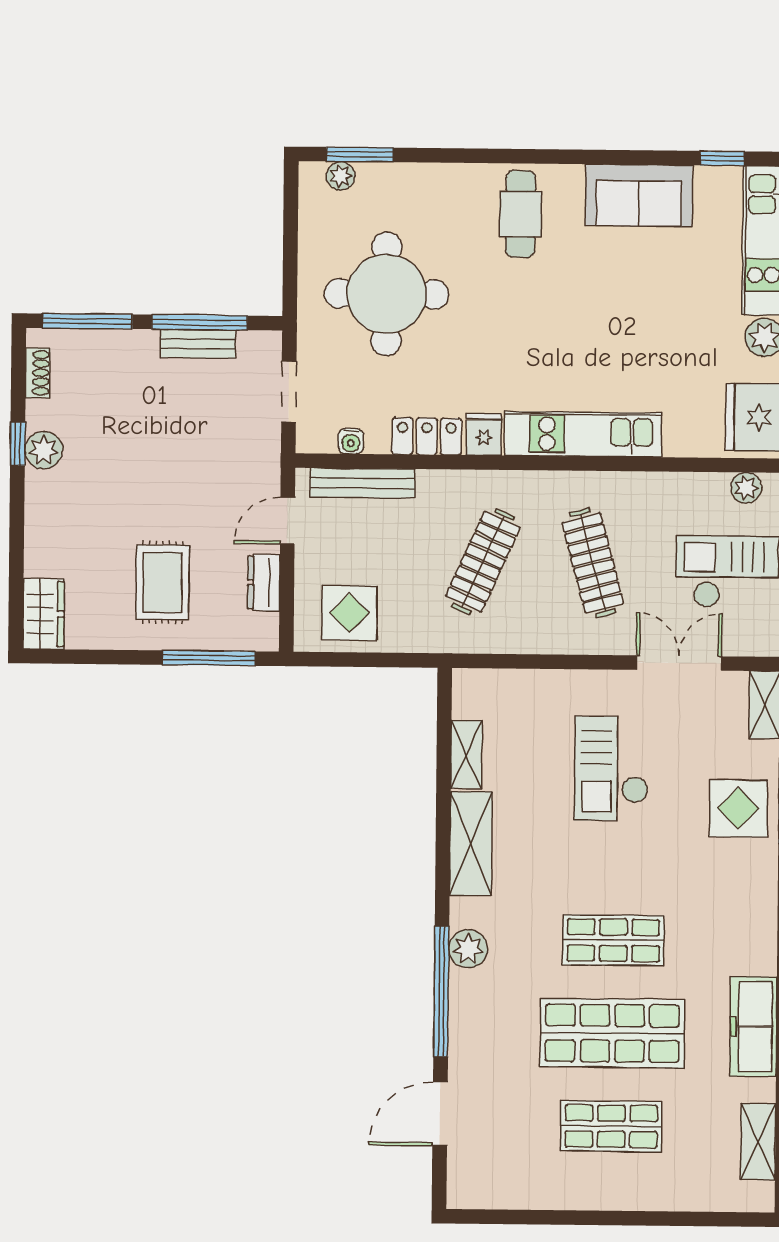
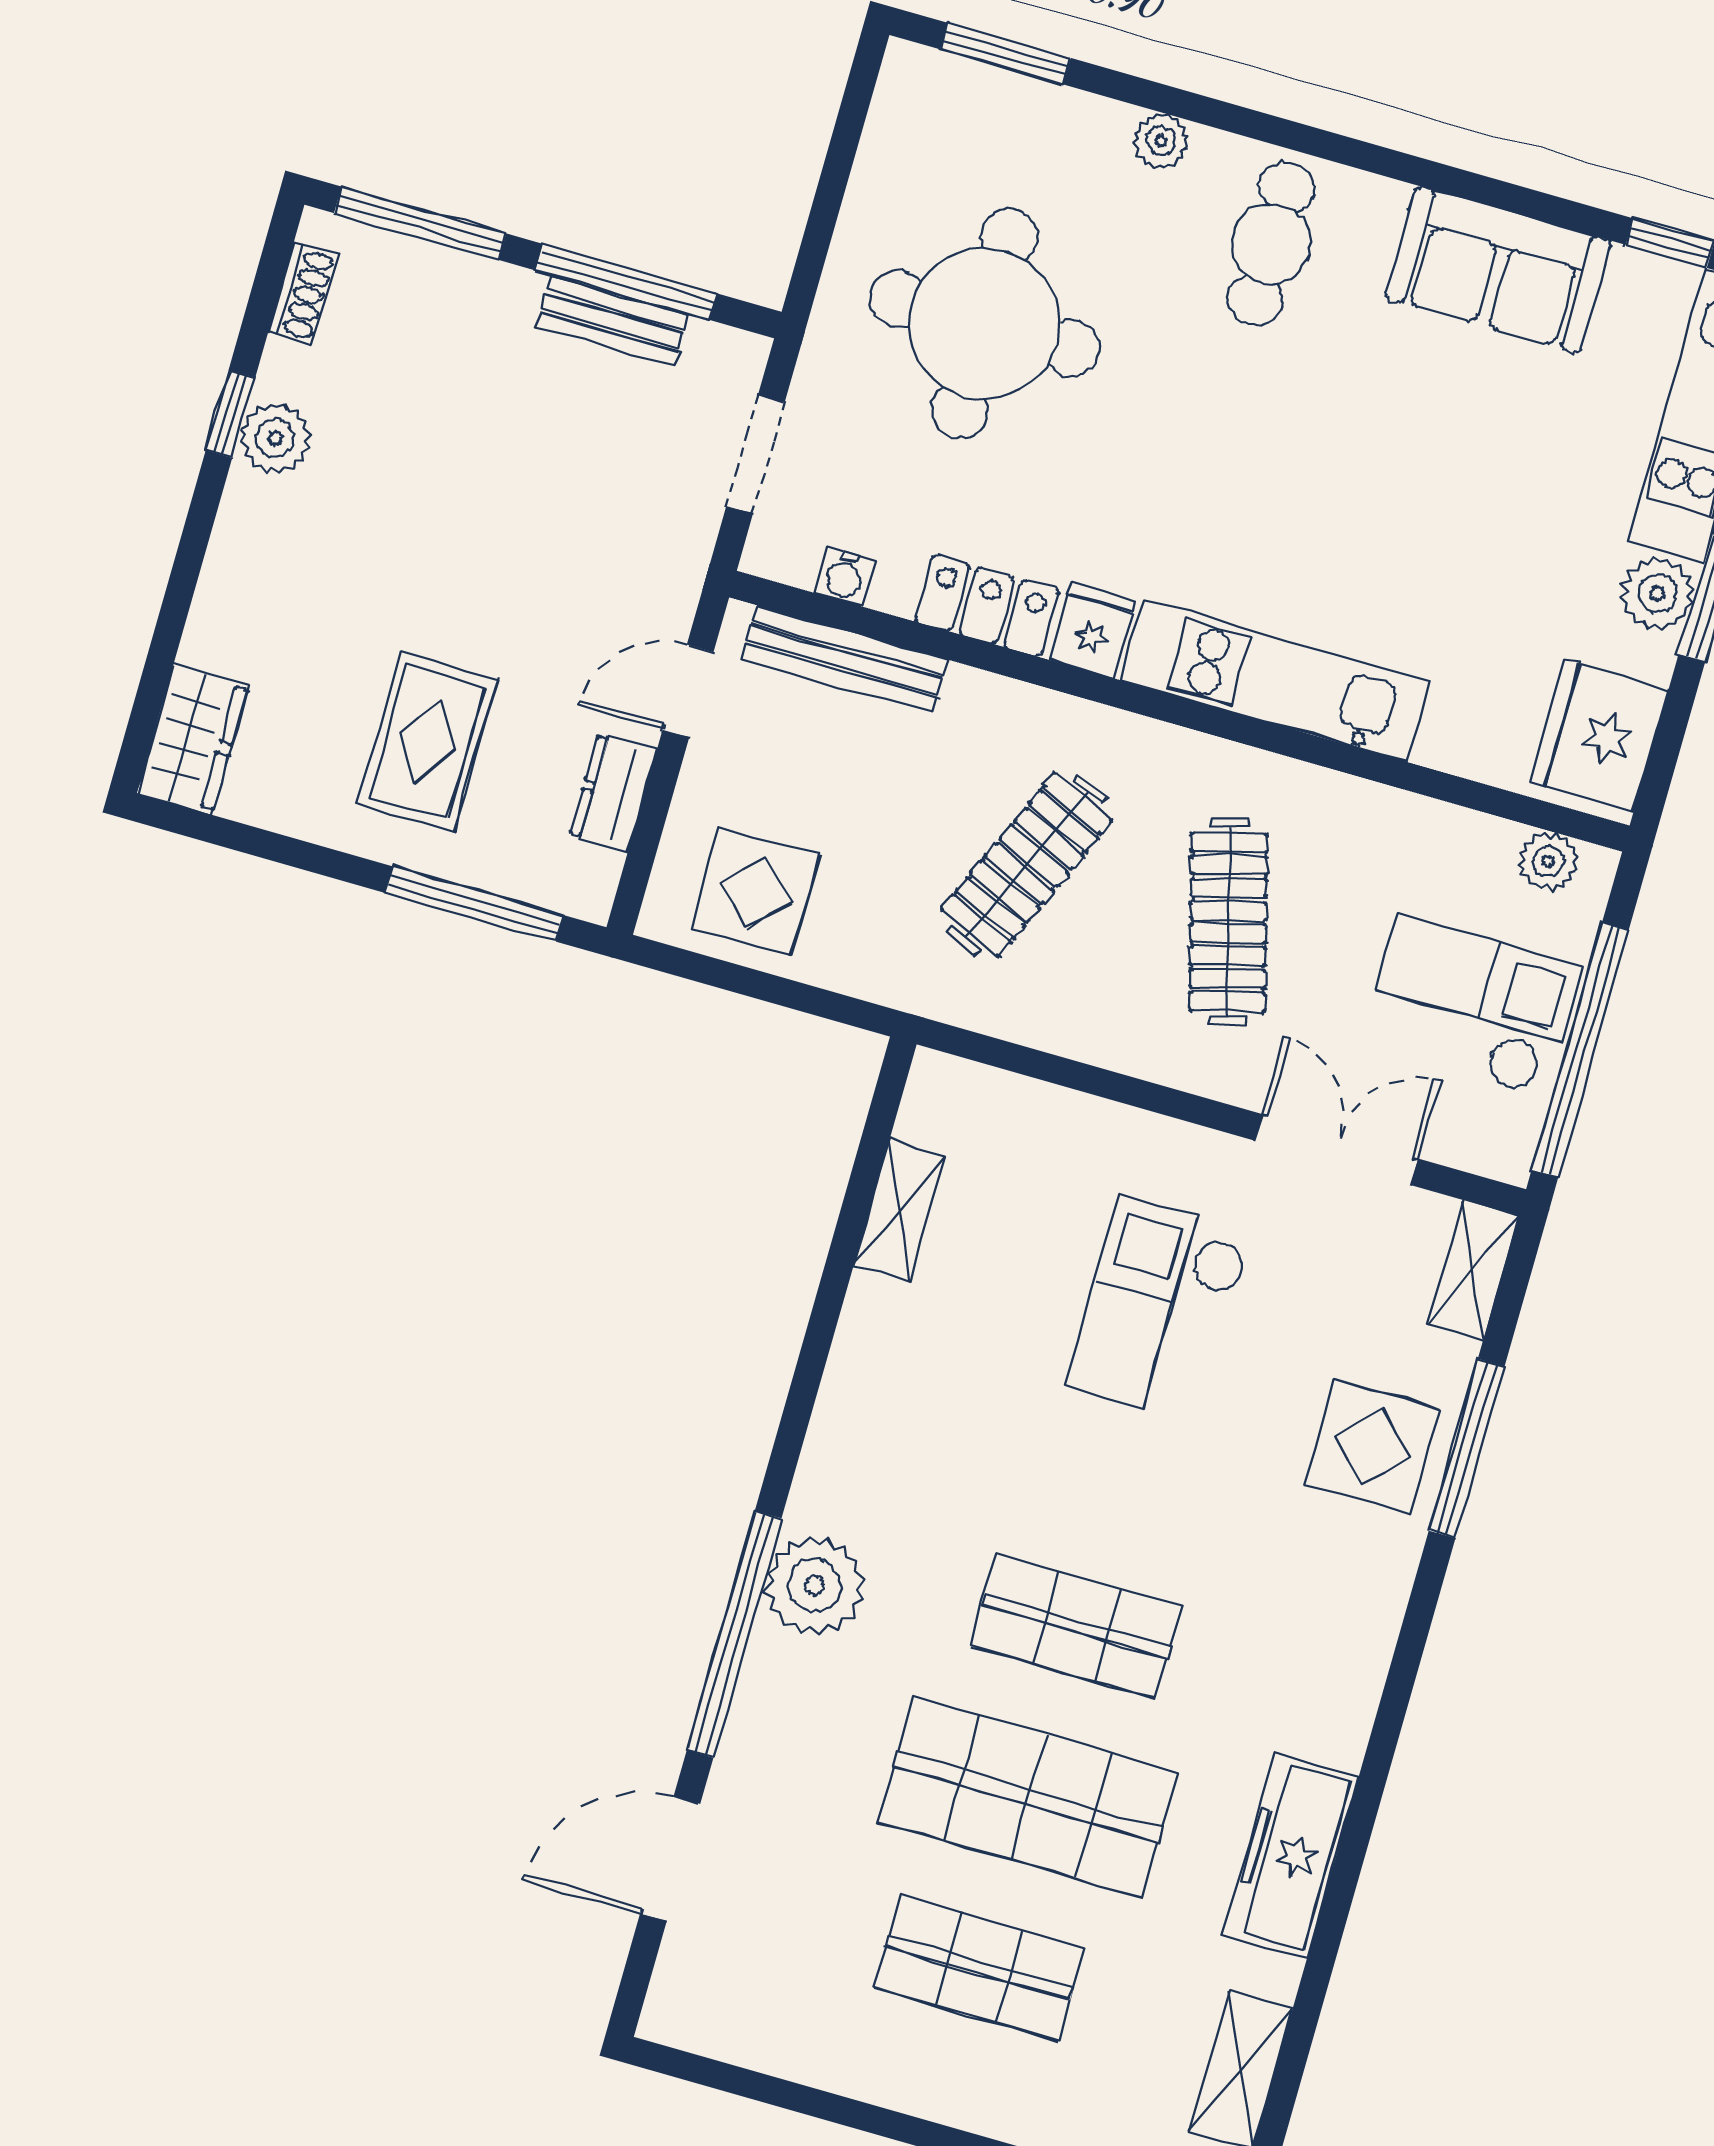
plant: (341, 176) -> (1161, 141), moved
shelving: (471, 844) -> (863, 1377), removed
plant: (468, 949) -> (814, 1586), width x1.36, depth x1.36

